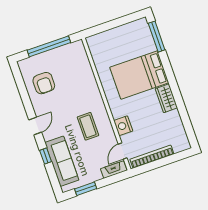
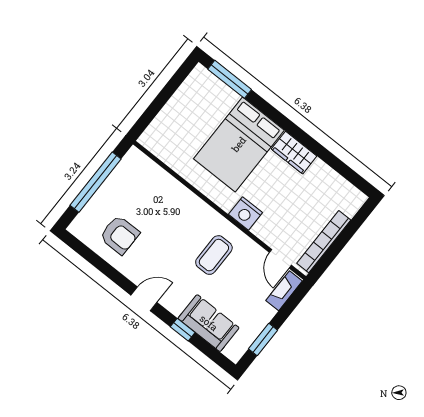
door: (35, 126) -> (144, 299), hinge flipped
coffee table: (88, 126) -> (214, 255), turned 90
nightstand: (123, 126) -> (246, 213), moved
sofa: (62, 161) -> (209, 323), width x0.73

